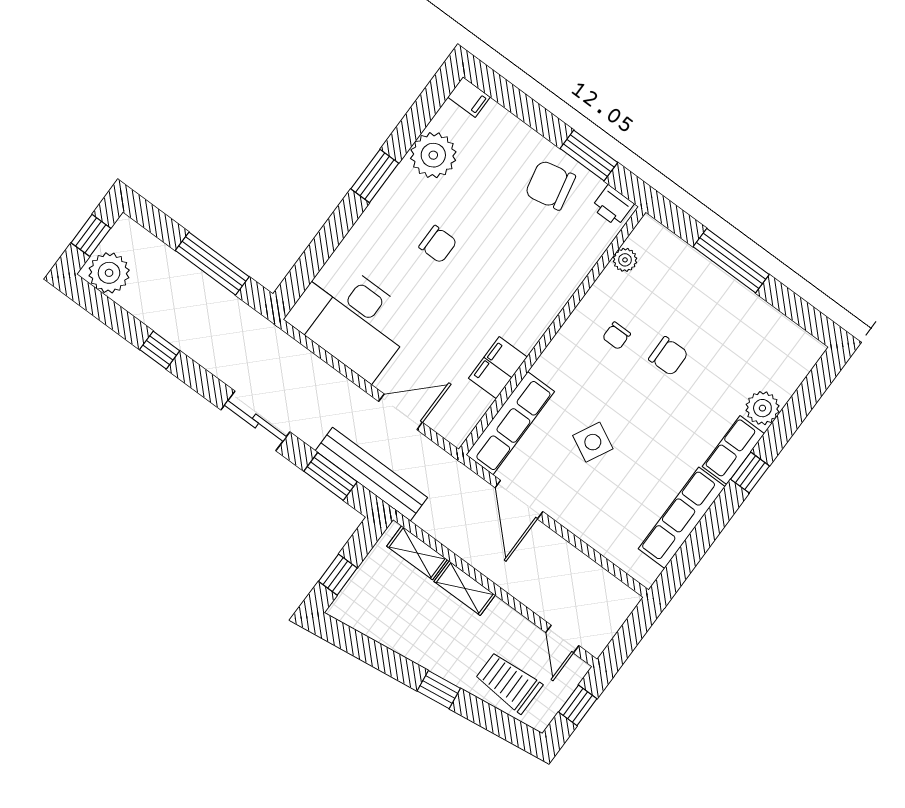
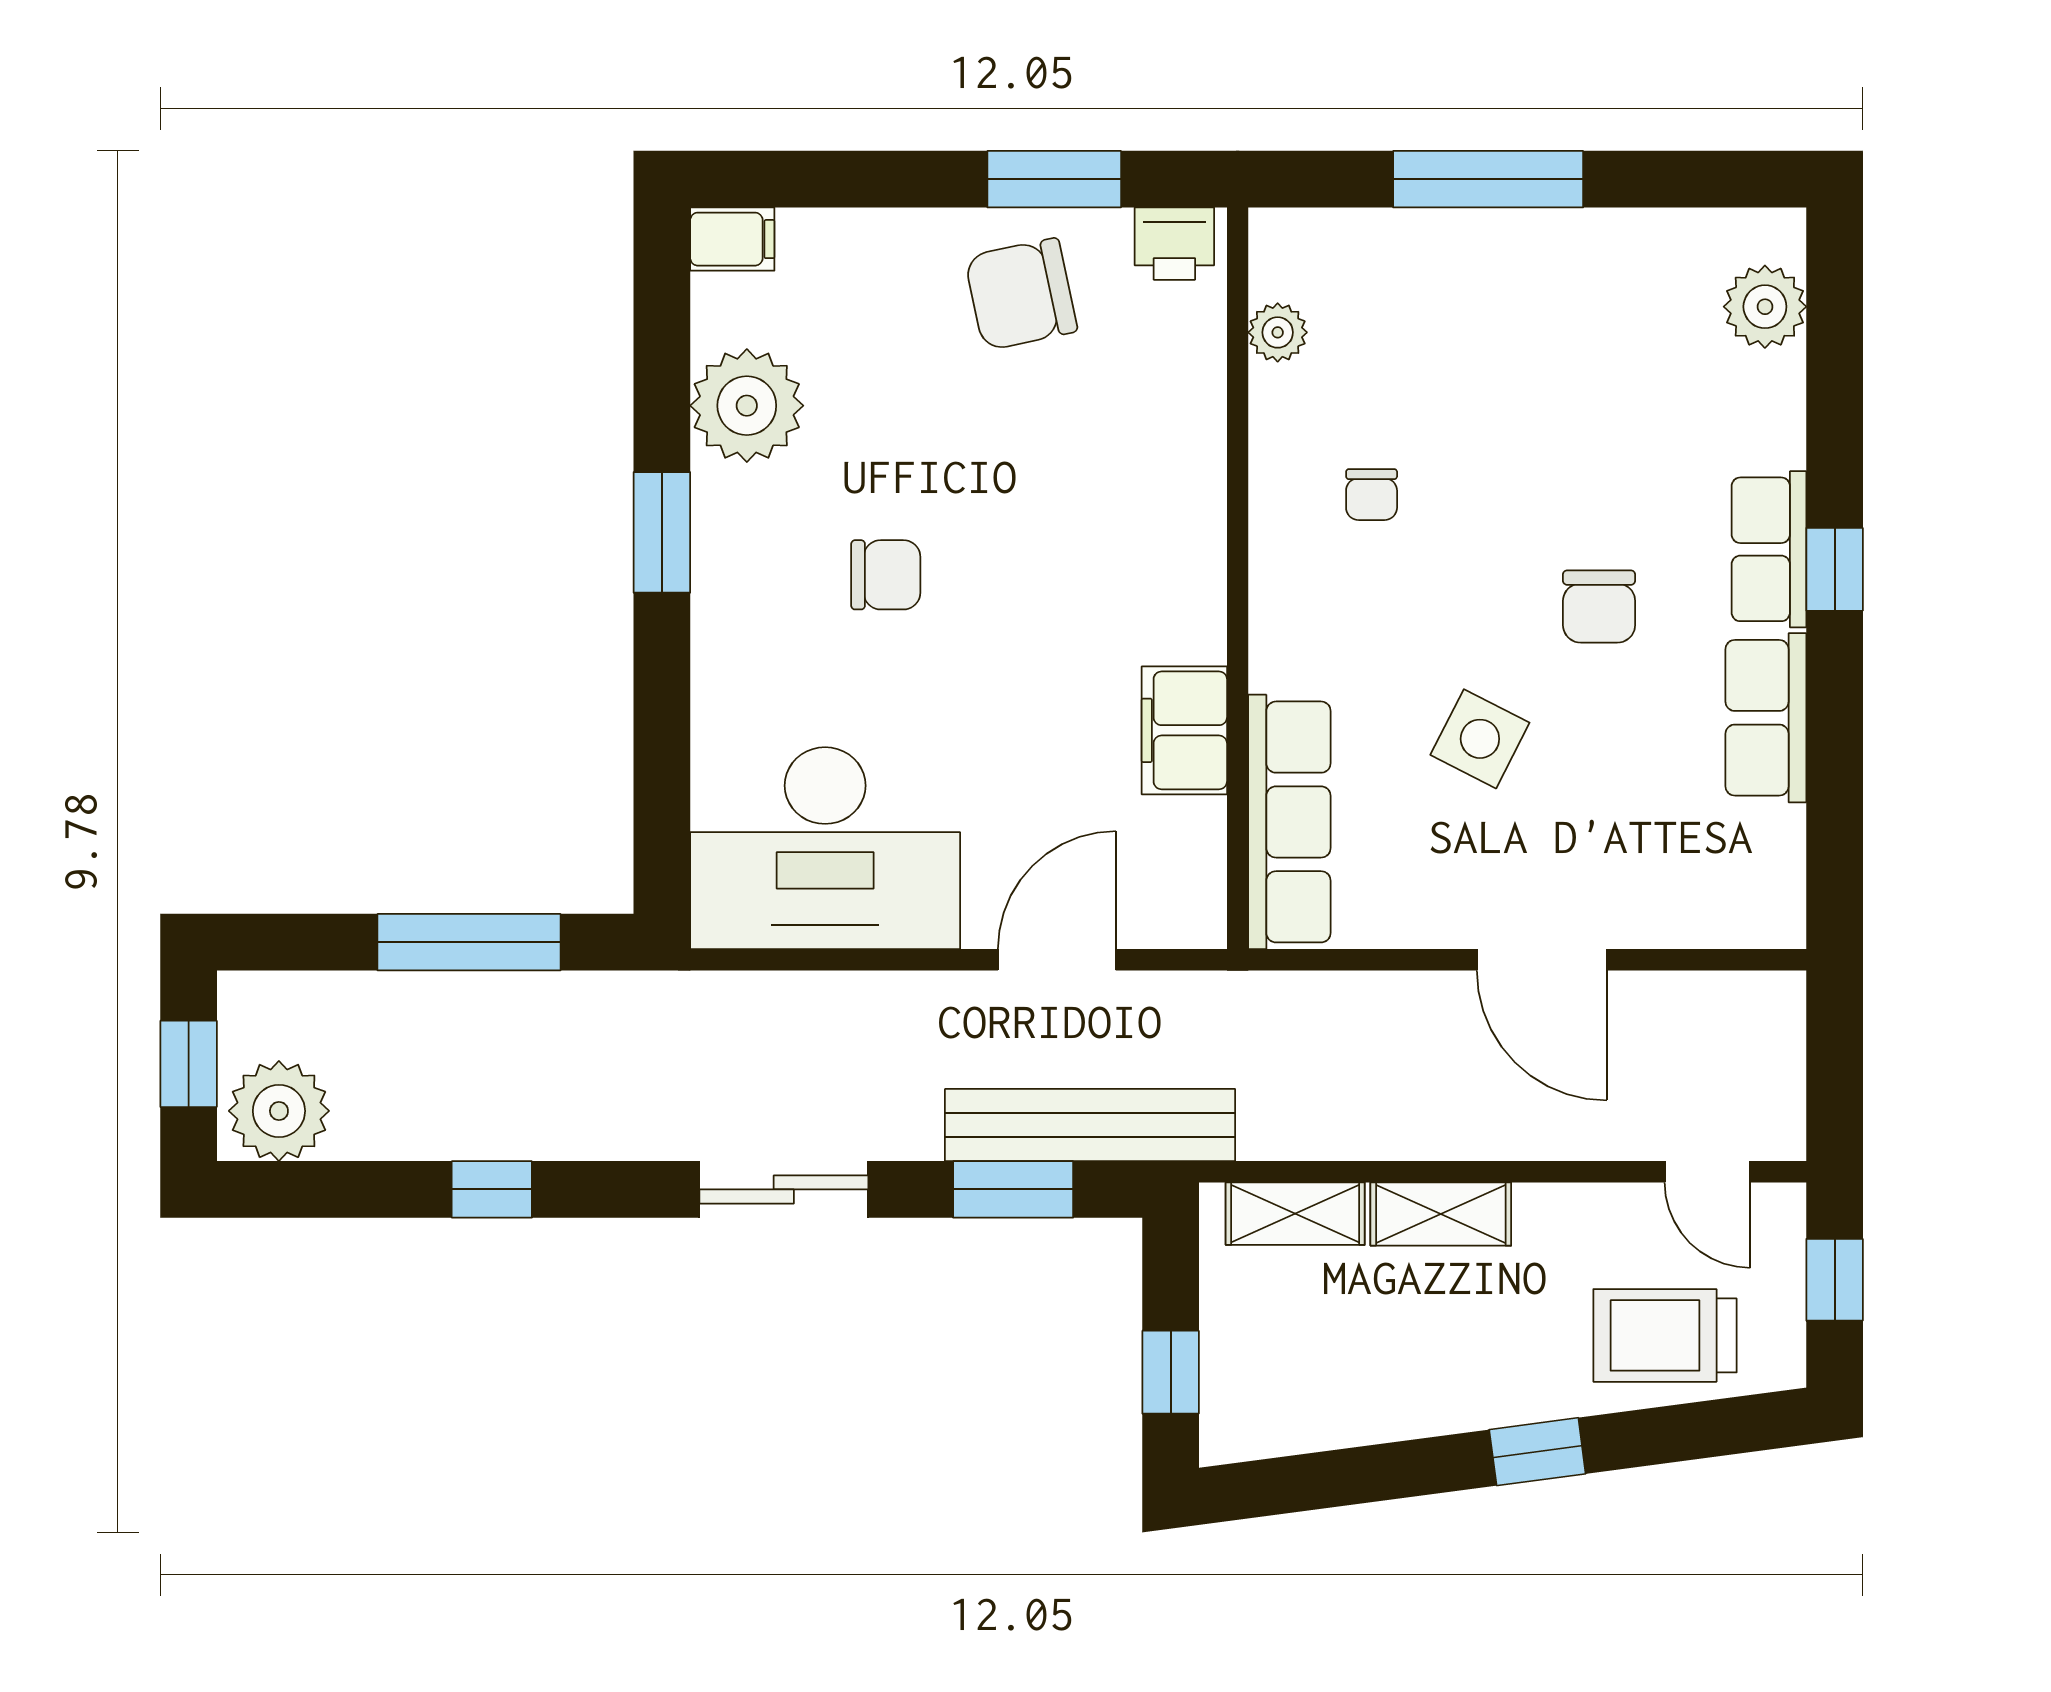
chair: (668, 356) -> (1599, 606), moved, turned 91
plant: (762, 408) -> (1765, 307), moved
door: (519, 500) -> (1542, 960), moved
row of seats: (682, 518) -> (1766, 718), width x0.68

